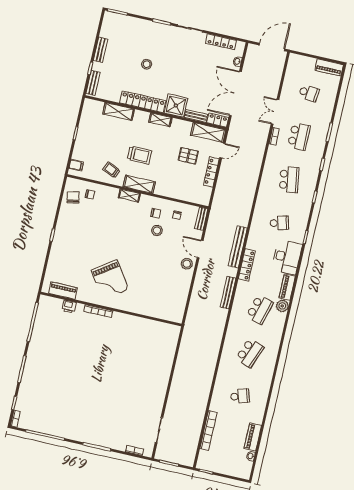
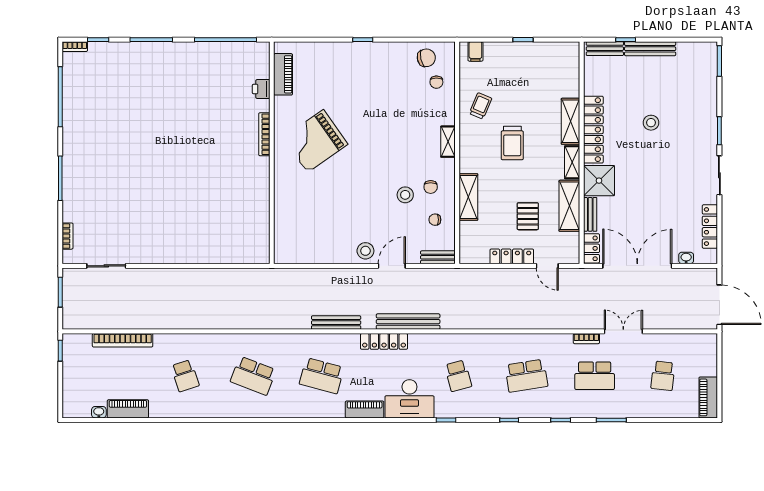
bench: (101, 50) -> (650, 49), width x1.36
shelving: (119, 111) -> (570, 121), moved
shelving: (208, 133) -> (569, 206), moved
shelving: (139, 184) -> (468, 197), moved
plant: (282, 306) -> (335, 409), removed

